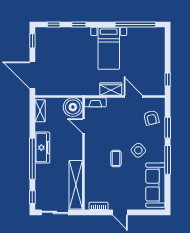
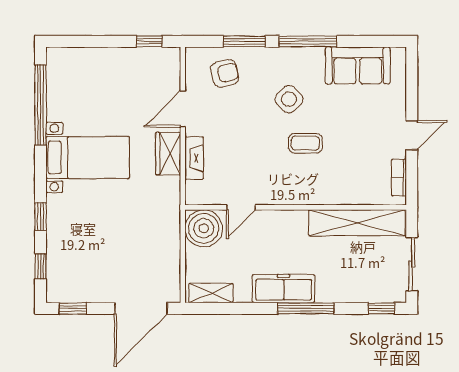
fireplace: (95, 102) -> (194, 158), moved
window: (32, 159) -> (306, 308), width x0.68
sofa: (155, 185) -> (358, 65), width x0.73

